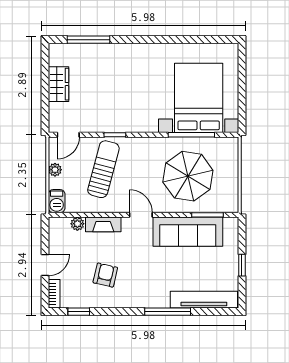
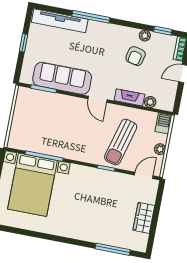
parasol: (188, 176) -> (53, 123), removed
plant: (99, 302) -> (145, 36), added

